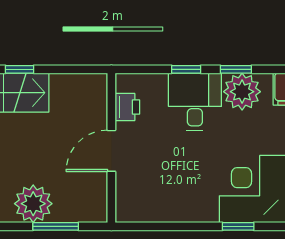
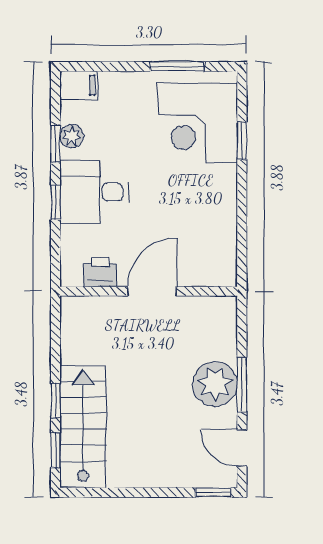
plant: (242, 92) -> (72, 136), width x0.53, depth x0.53
door: (111, 151) -> (152, 291), swing flipped
window: (56, 226) -> (242, 385), moved

